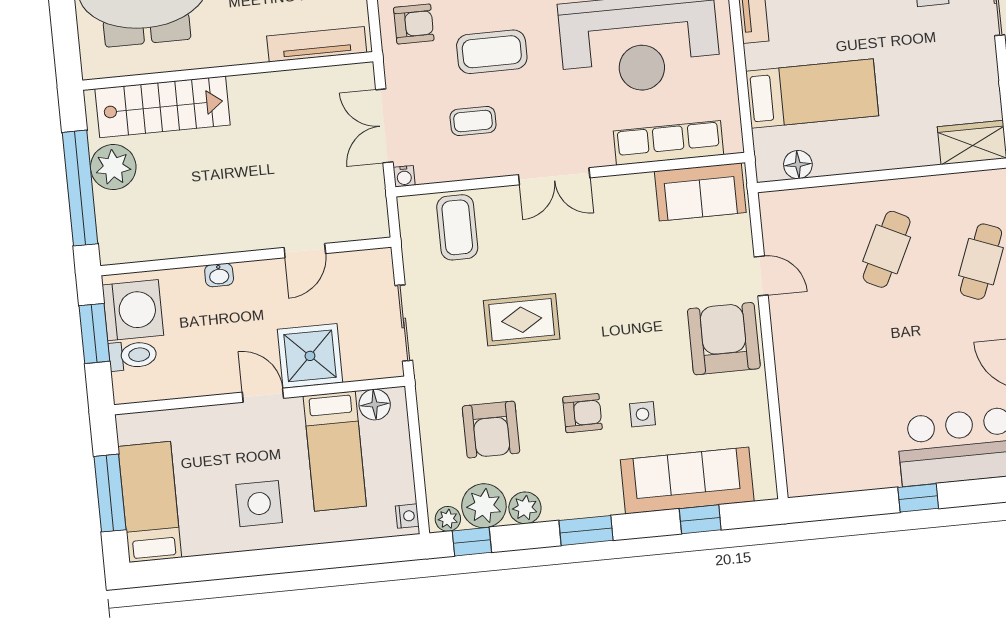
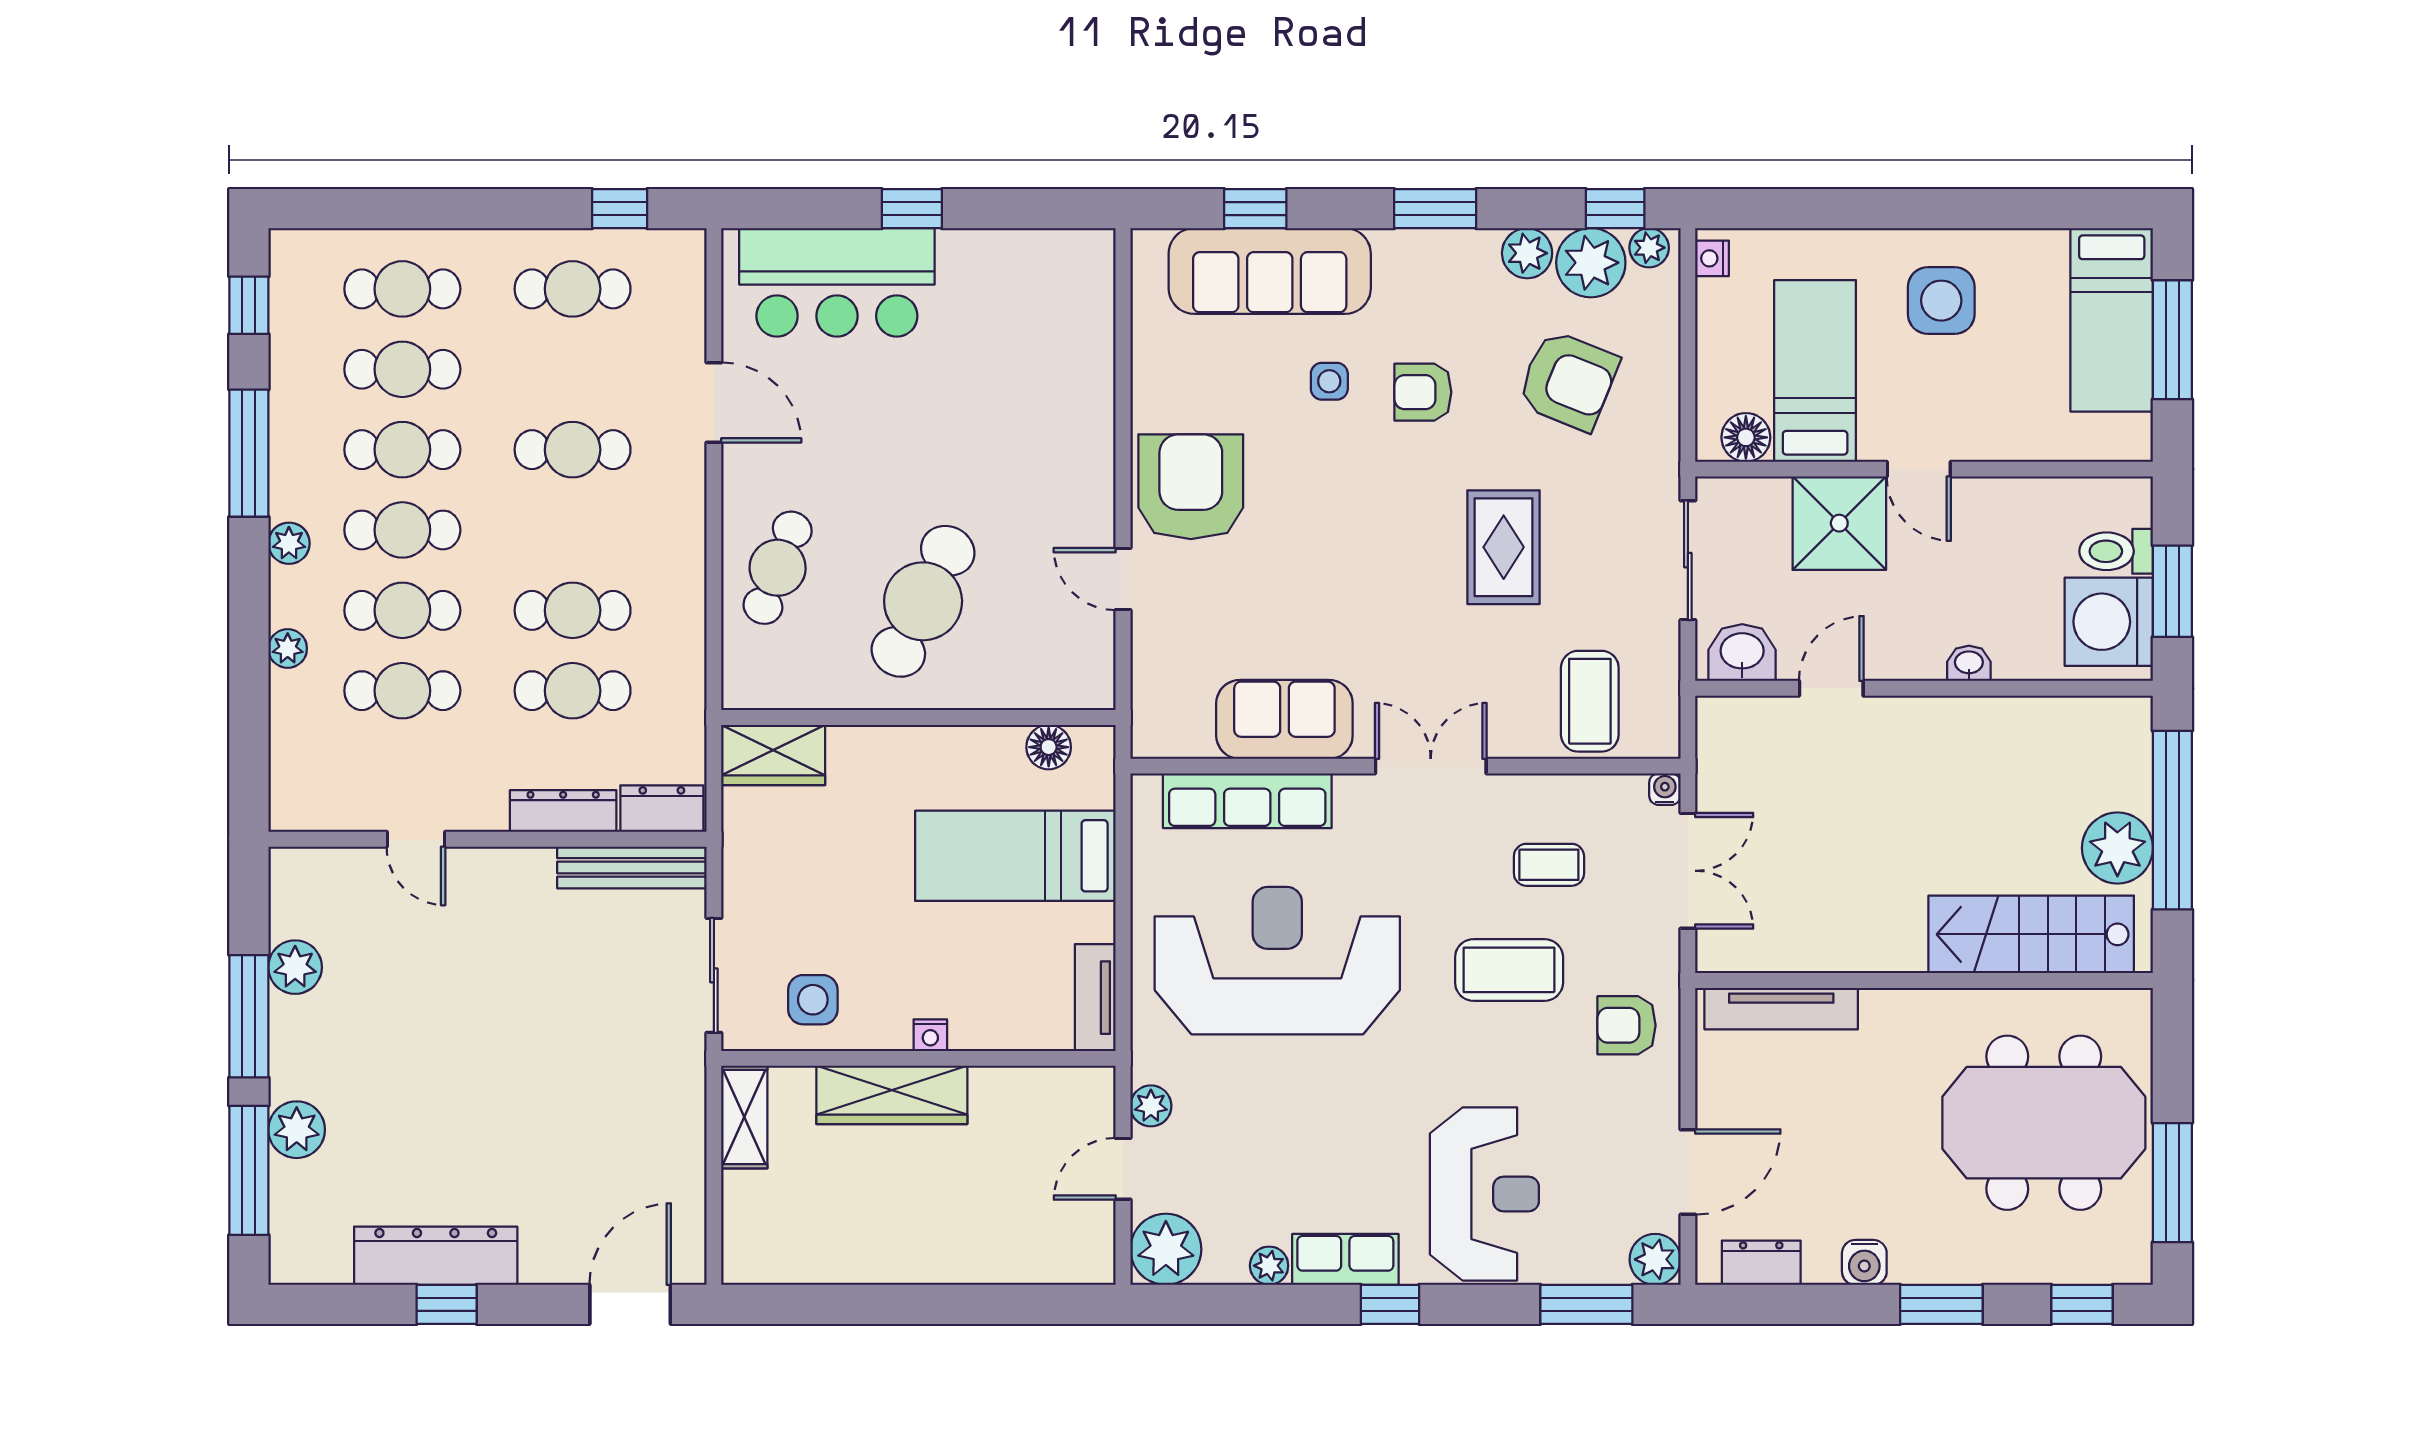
sofa: (700, 192) -> (1284, 719), moved
cafe table: (887, 249) -> (923, 601), width x1.37, depth x1.35
washbasin: (364, 268) -> (1742, 653), added
rug: (522, 320) -> (1504, 547), turned 90
armchair: (724, 339) -> (1191, 487), turned 180
armchair: (491, 430) -> (1568, 381), turned 112

